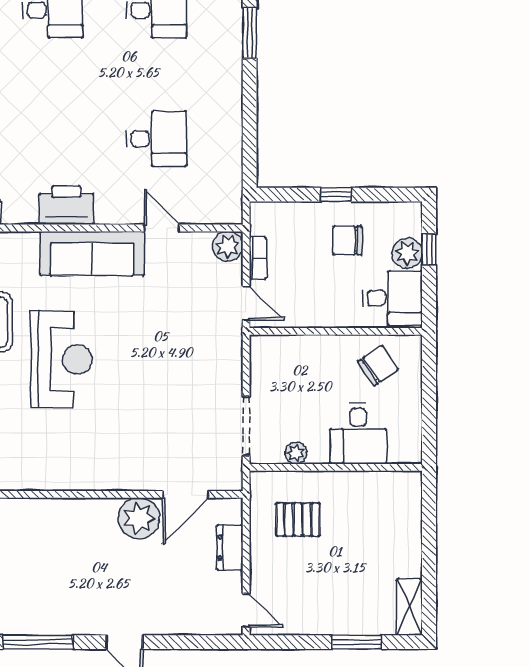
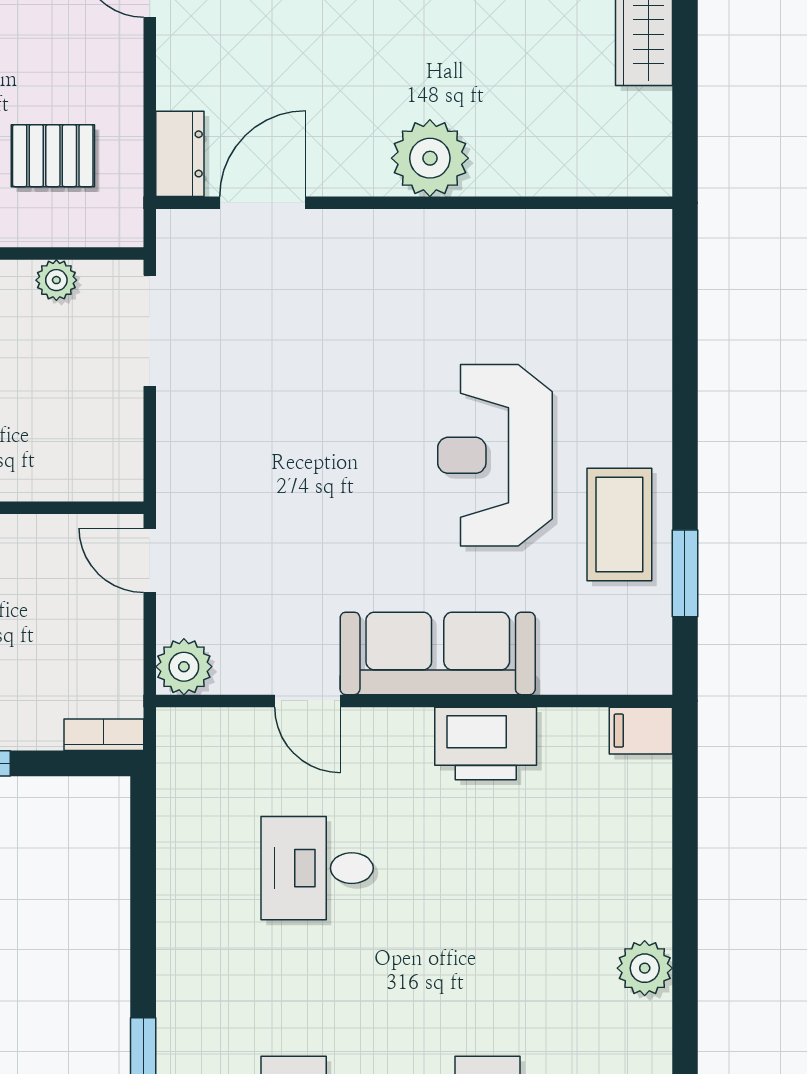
bookcase: (258, 258) -> (104, 735), moved, turned 90
plant: (139, 518) -> (430, 158), moved
dresser: (230, 547) -> (180, 154), moved

